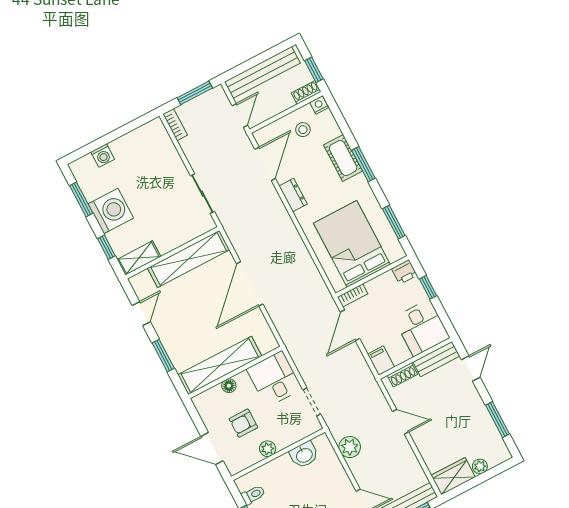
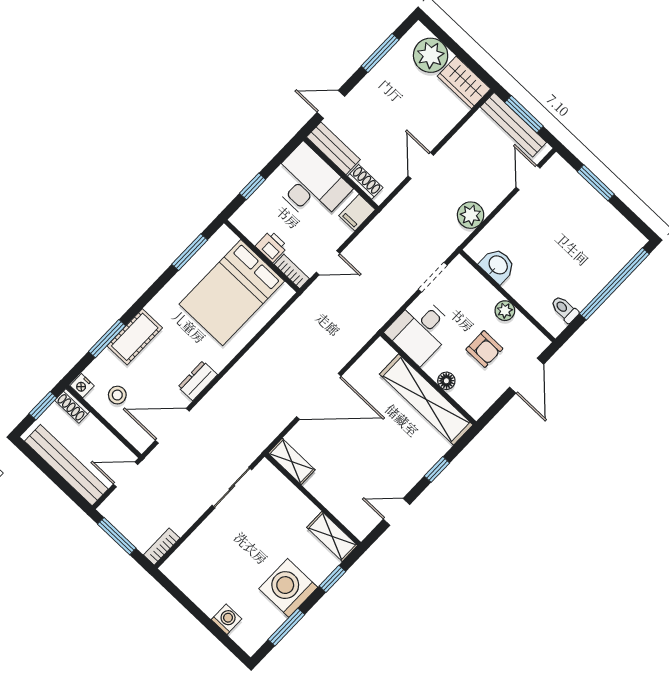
window: (363, 164) -> (107, 339), moved
shelving: (189, 259) -> (292, 461), width x0.45, depth x0.75
printer: (404, 272) -> (271, 246), moved
door: (350, 325) -> (328, 263), width x0.73
desk: (422, 328) -> (309, 184), width x1.37
window: (163, 356) -> (437, 469), width x0.67
plant: (480, 466) -> (431, 55), width x1.88, depth x1.88

